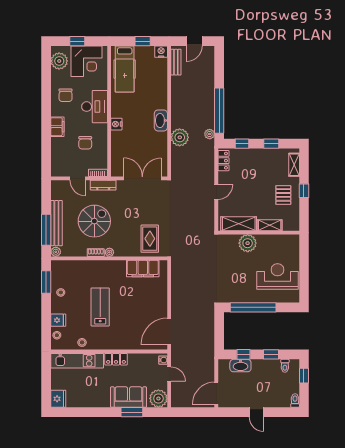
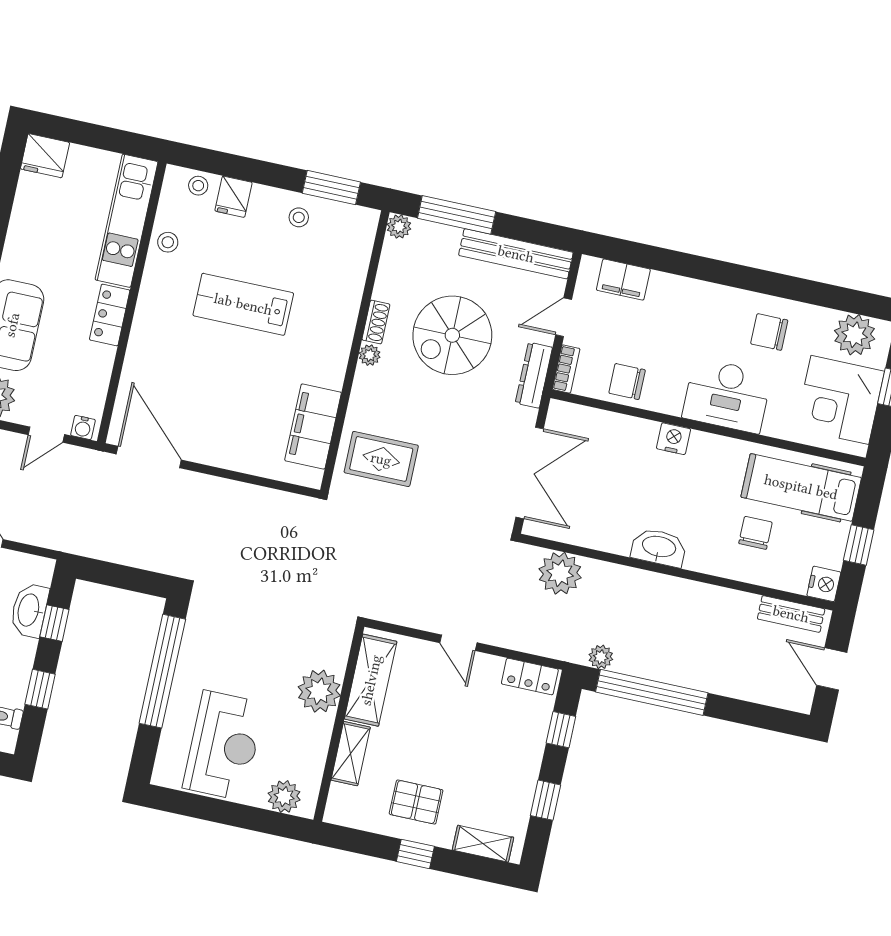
chair: (147, 83) -> (755, 533), added
filing cabinet: (57, 127) -> (623, 280), moved
plant: (180, 137) -> (560, 573), moved
chair: (85, 143) -> (627, 382), moved
spiral stairs: (94, 221) -> (452, 335), turned 90
bench: (56, 223) -> (516, 254), moved
plant: (293, 248) -> (284, 797), added
lab bench: (100, 307) -> (243, 304), turned 180

